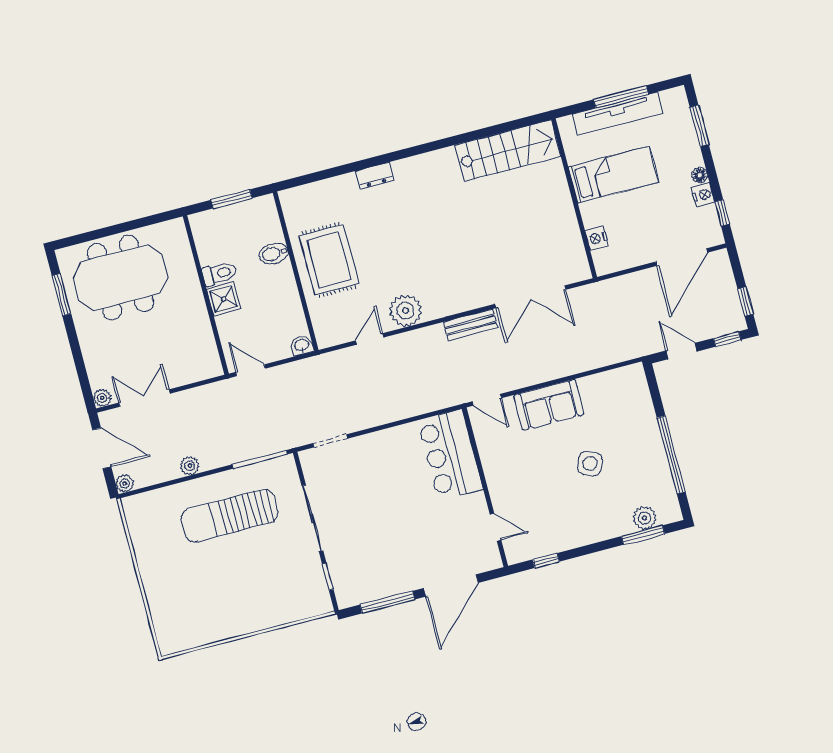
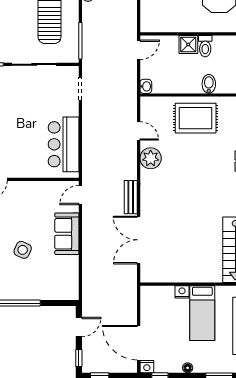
nightstand: (703, 195) -> (147, 367), moved
nightstand: (597, 238) -> (182, 292), moved
bar counter: (450, 455) -> (64, 144), moved, turned -90

